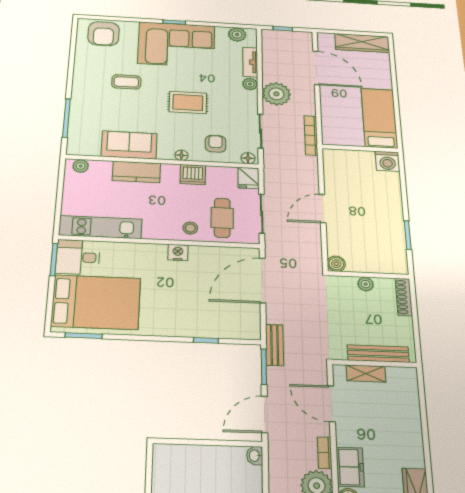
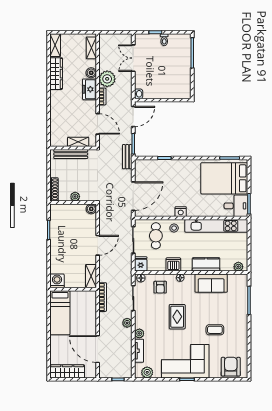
plant: (276, 94) -> (127, 323), width x0.53, depth x0.53
rug: (188, 102) -> (177, 317), turned 90
shelving: (332, 165) -> (91, 276), added
kitchen unit: (100, 227) -> (216, 226), width x1.36

